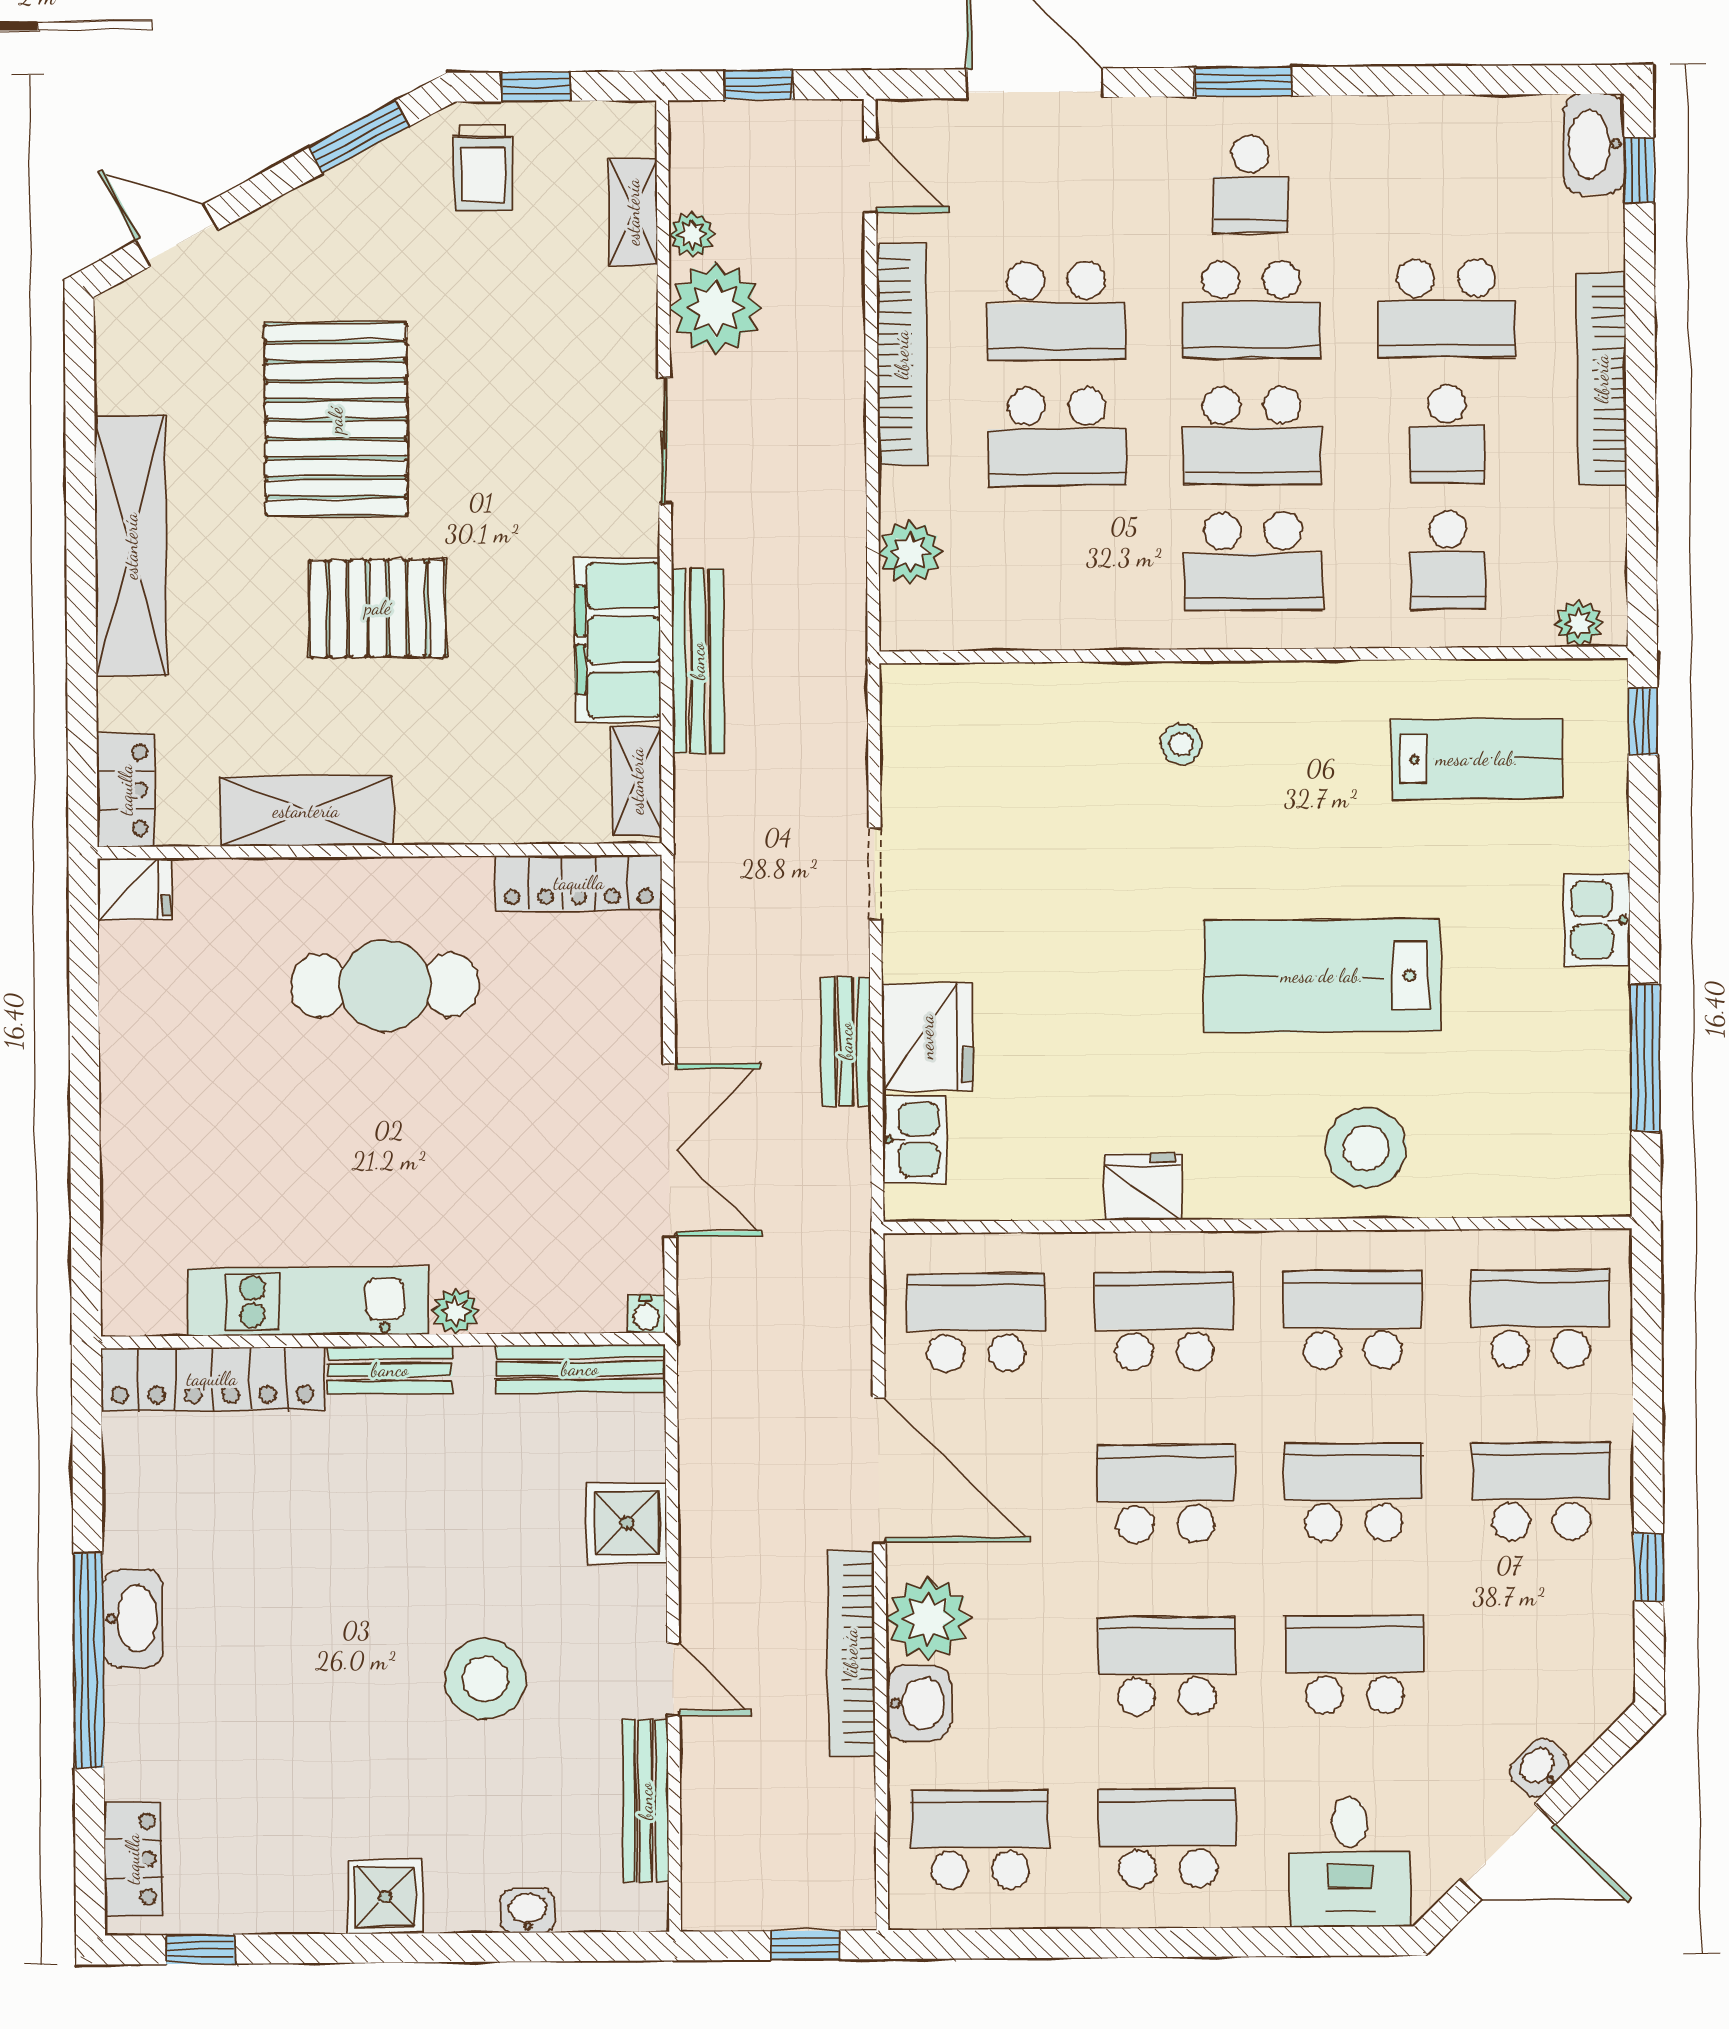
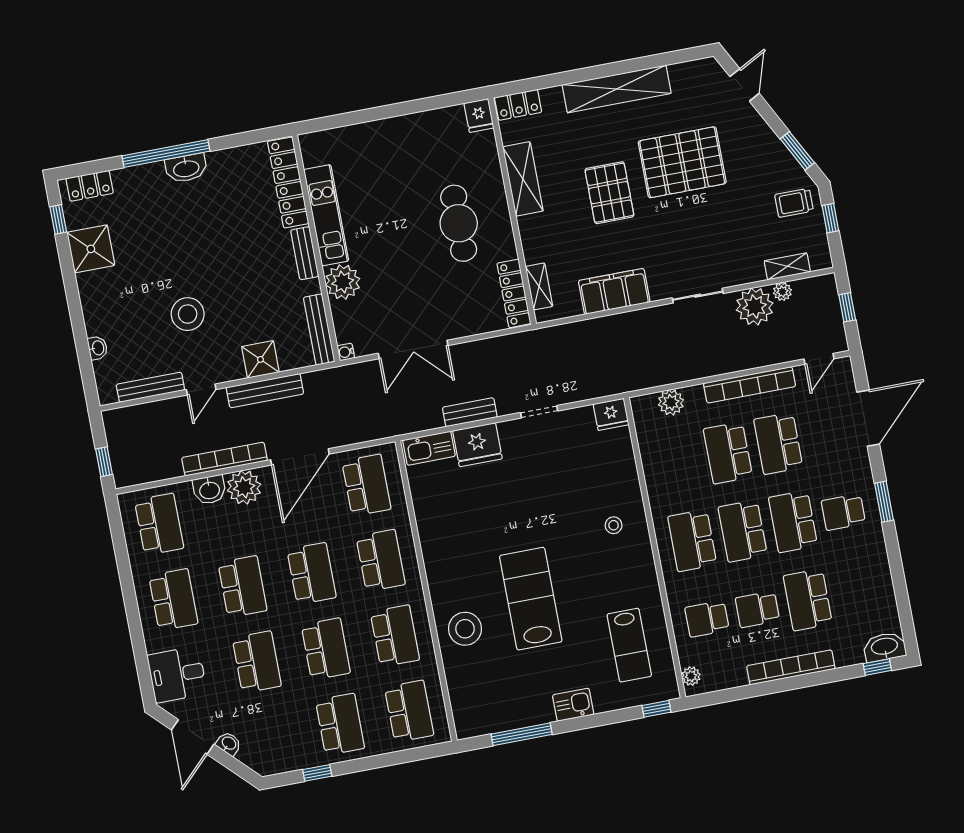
bench: (698, 661) -> (265, 391), moved
shelving: (637, 781) -> (539, 286), moved, turned 90
kitchen sink: (914, 1139) -> (429, 448), width x1.38
fridge: (1143, 1187) -> (611, 414), moved, turned 90
plant: (456, 1311) -> (343, 282), width x1.87, depth x1.87
shower: (385, 1897) -> (91, 249), moved, width x1.36, depth x1.36

